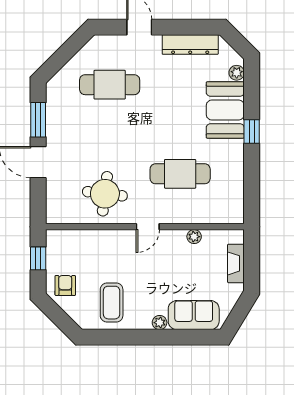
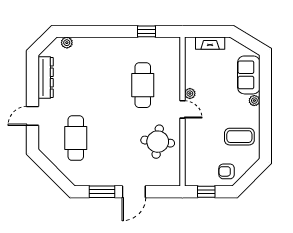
booth: (225, 110) -> (95, 51), removed
window: (252, 131) -> (146, 31), moved
plant: (194, 237) -> (190, 94), moved

